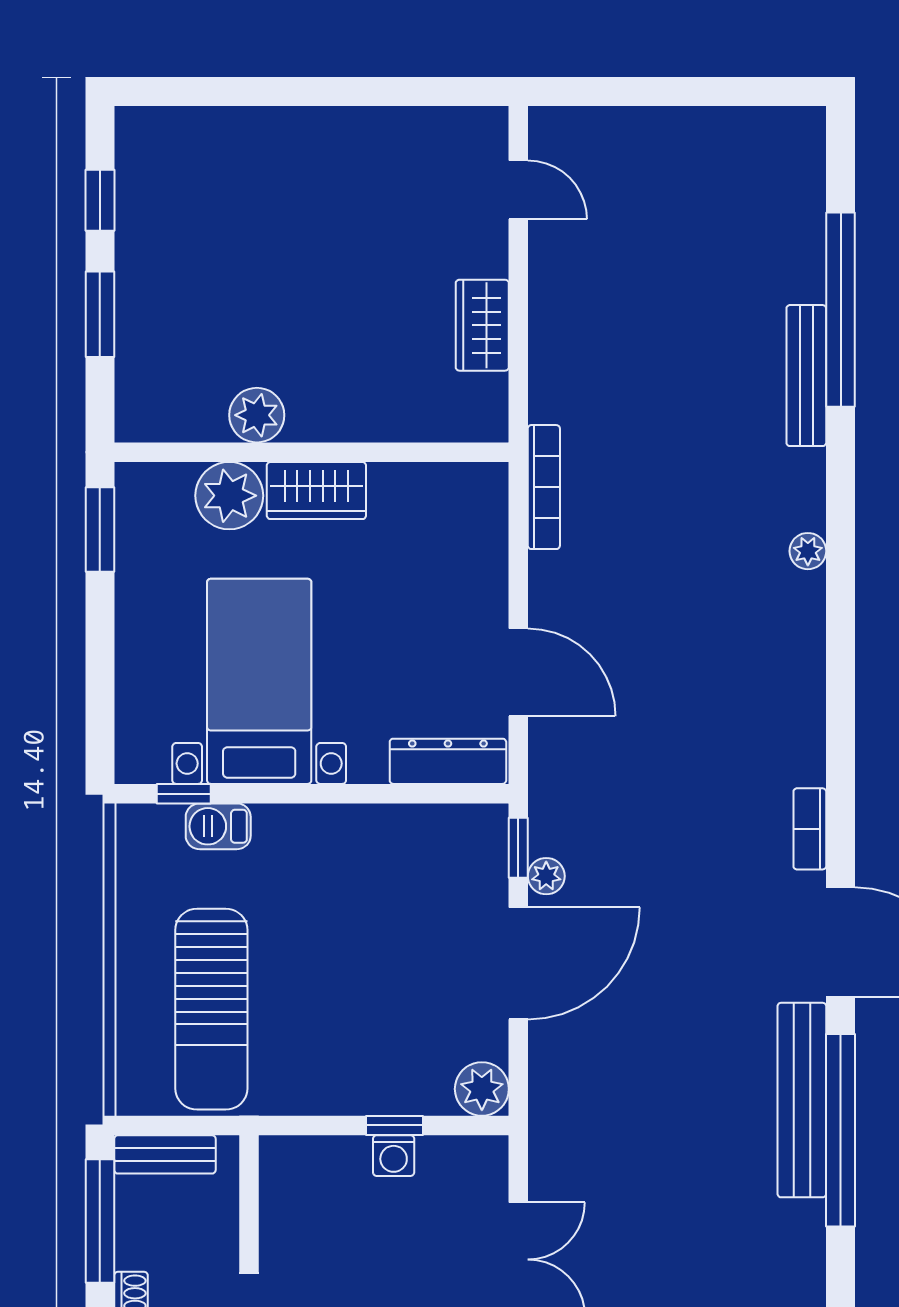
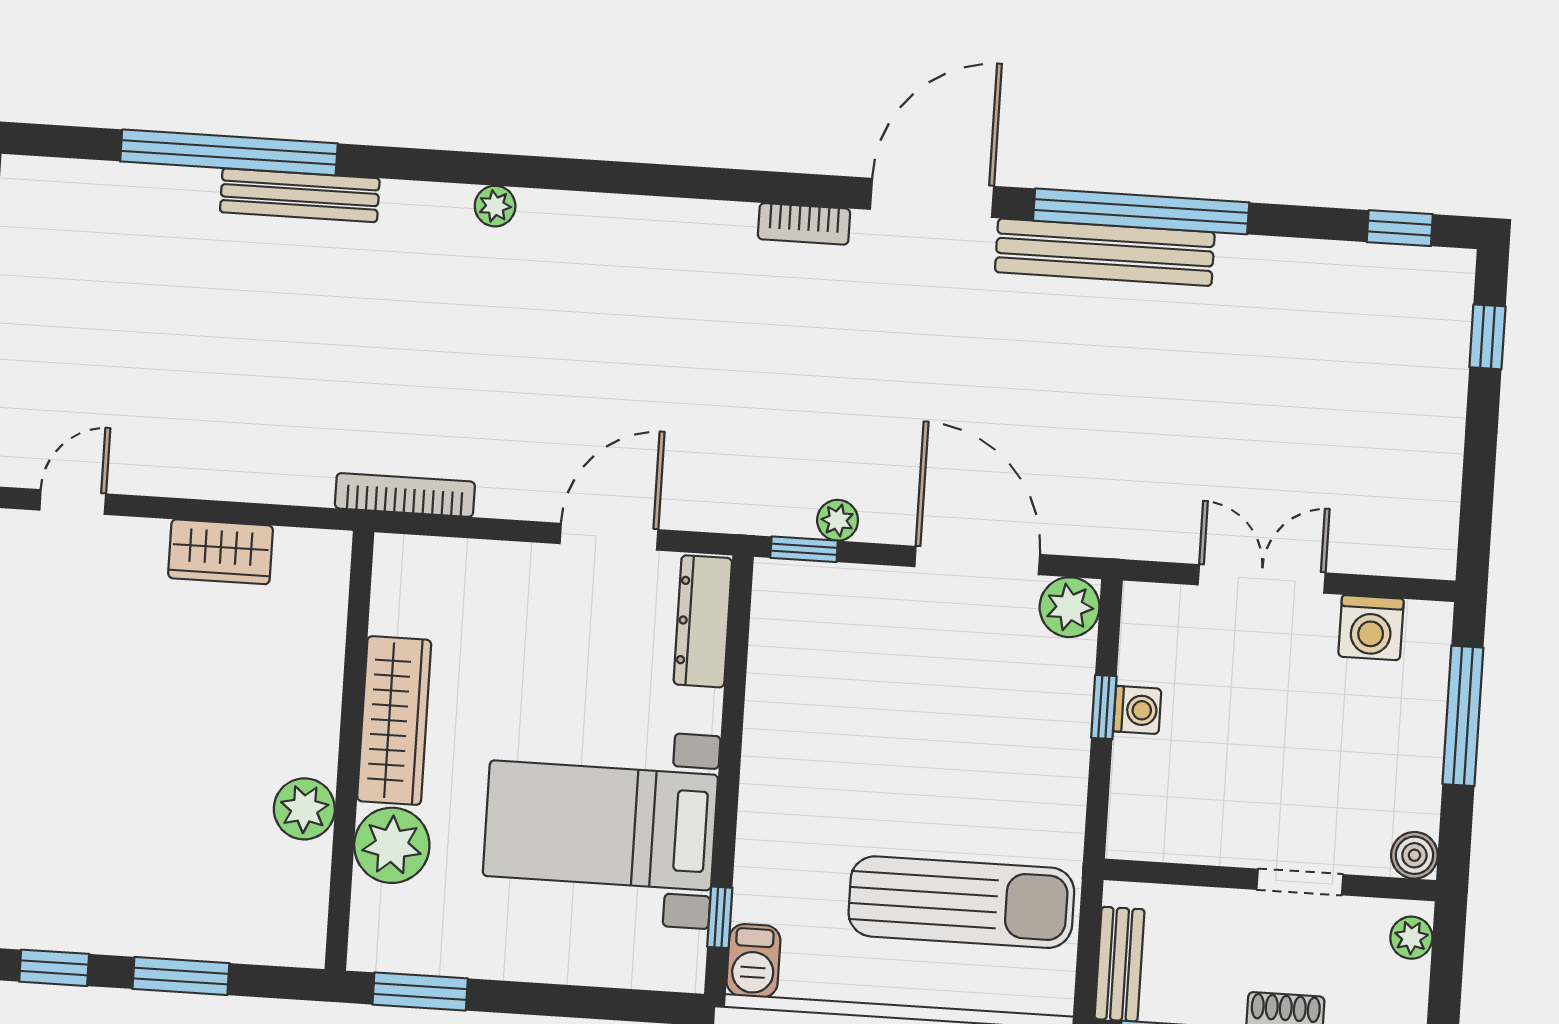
wardrobe: (316, 491) -> (394, 721), width x1.50
barbecue: (218, 826) -> (753, 961), moved
door: (518, 963) -> (977, 560), moved

